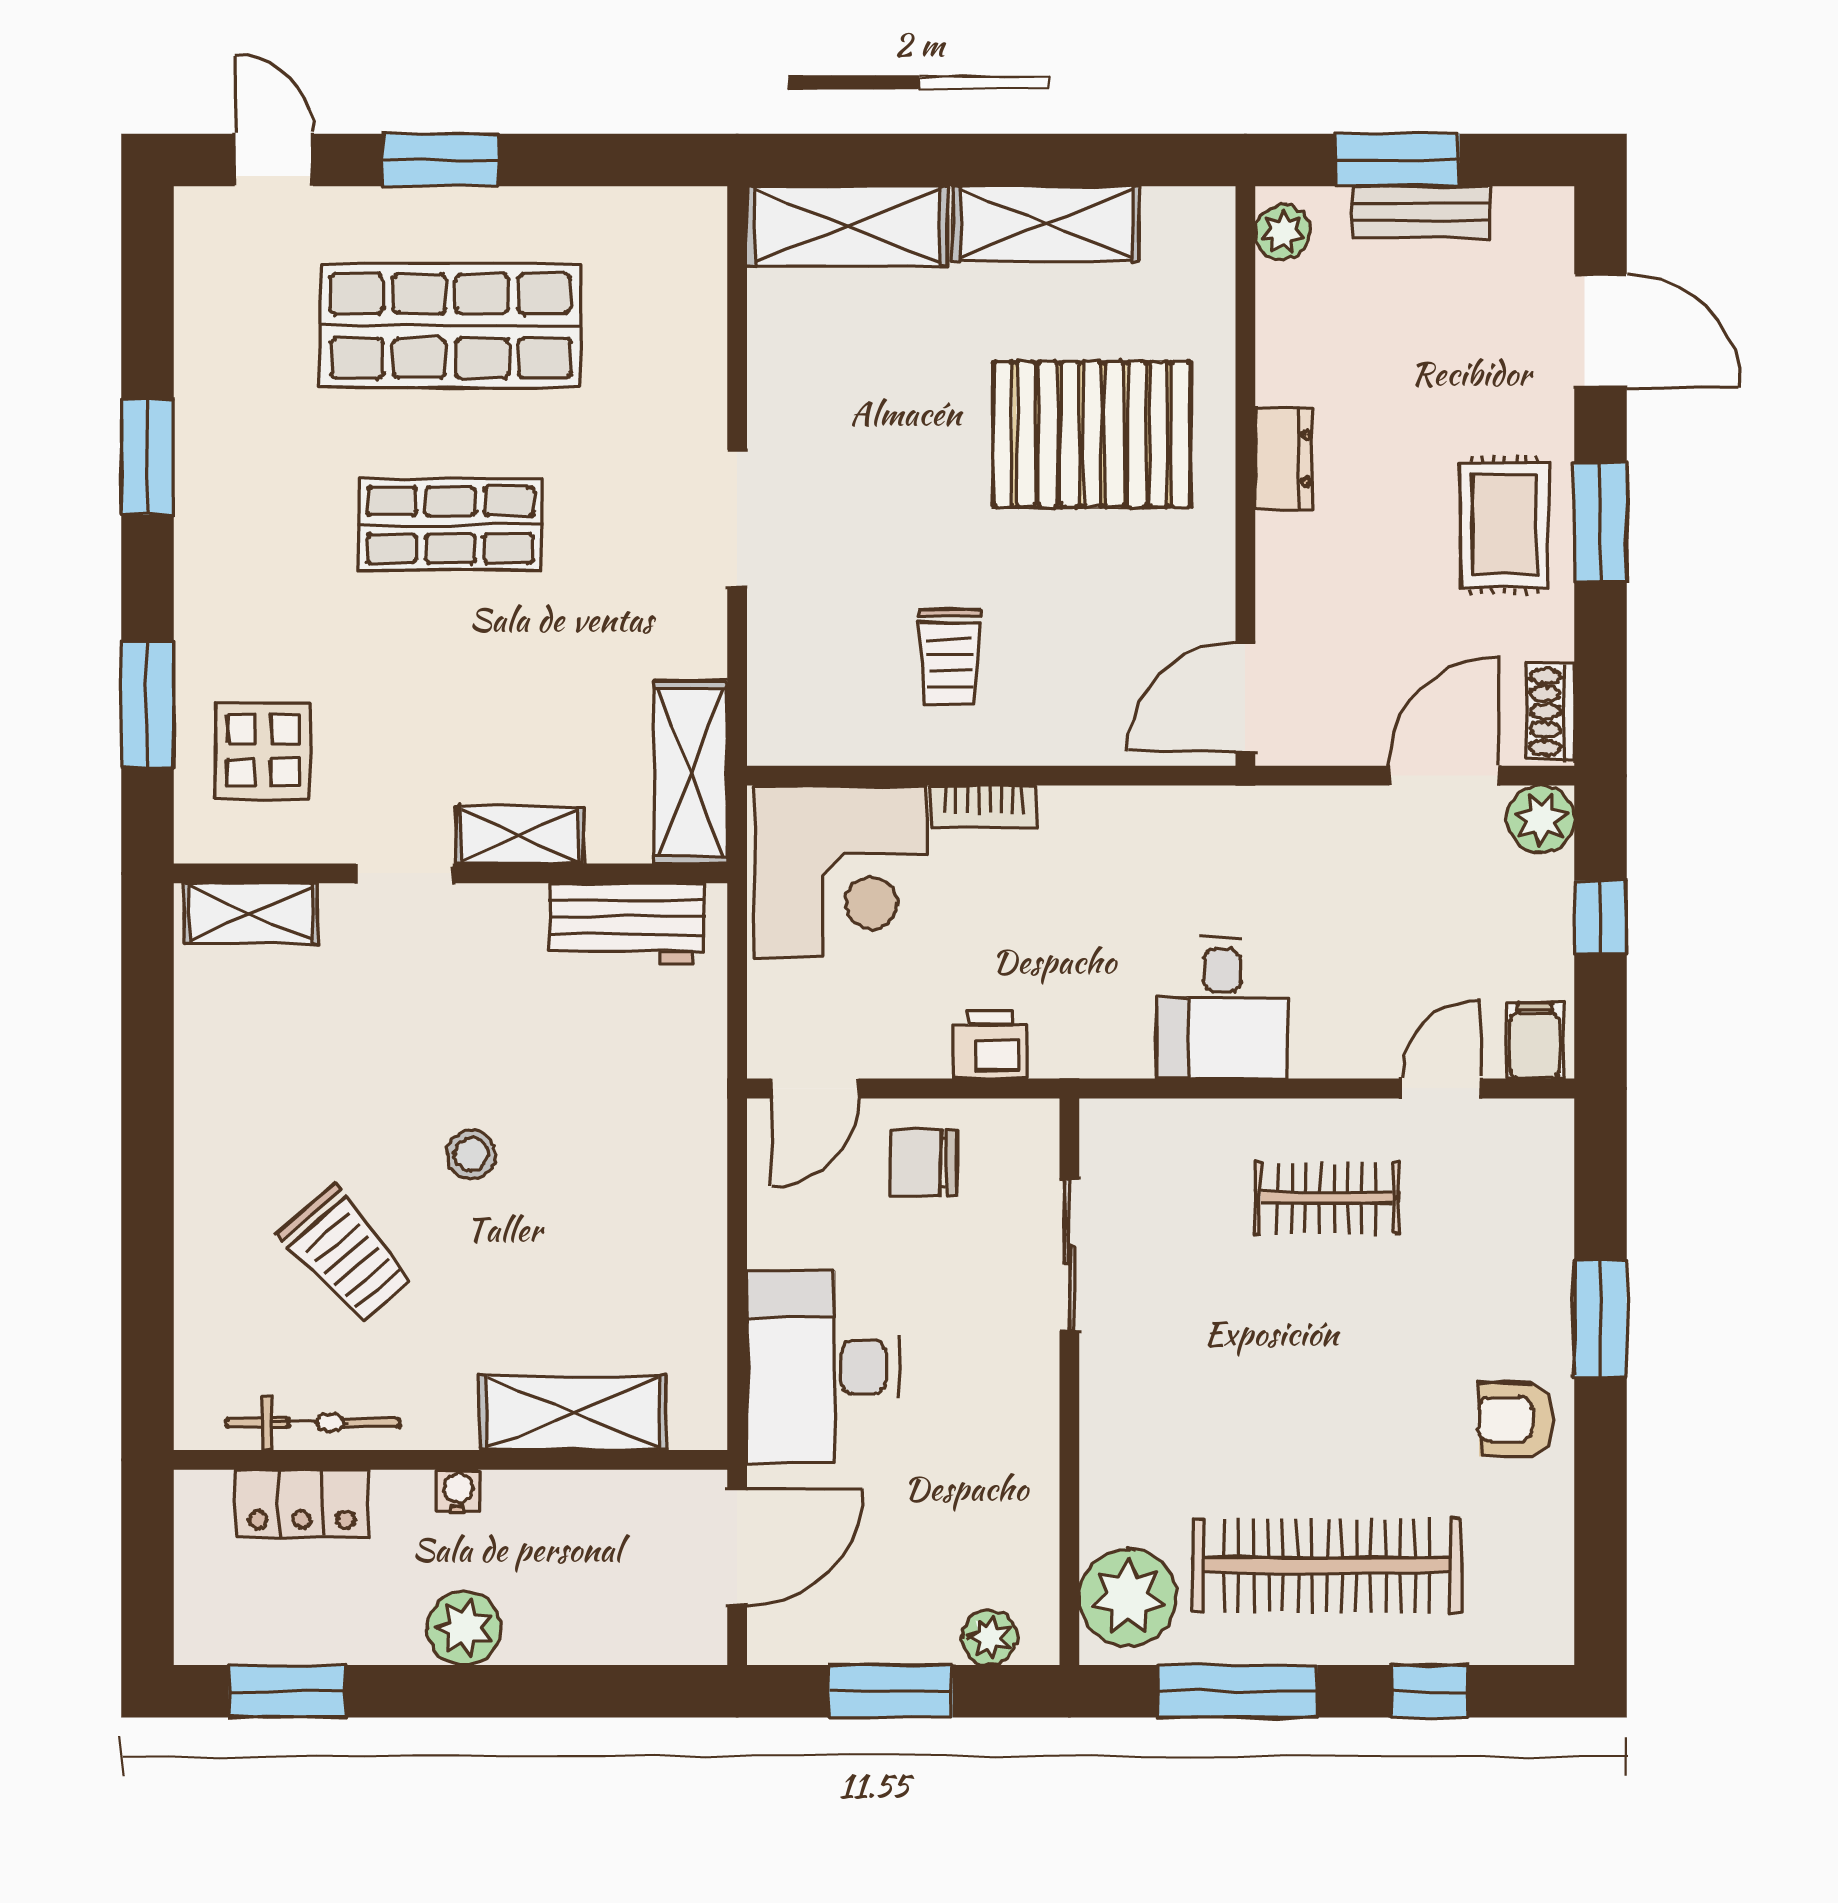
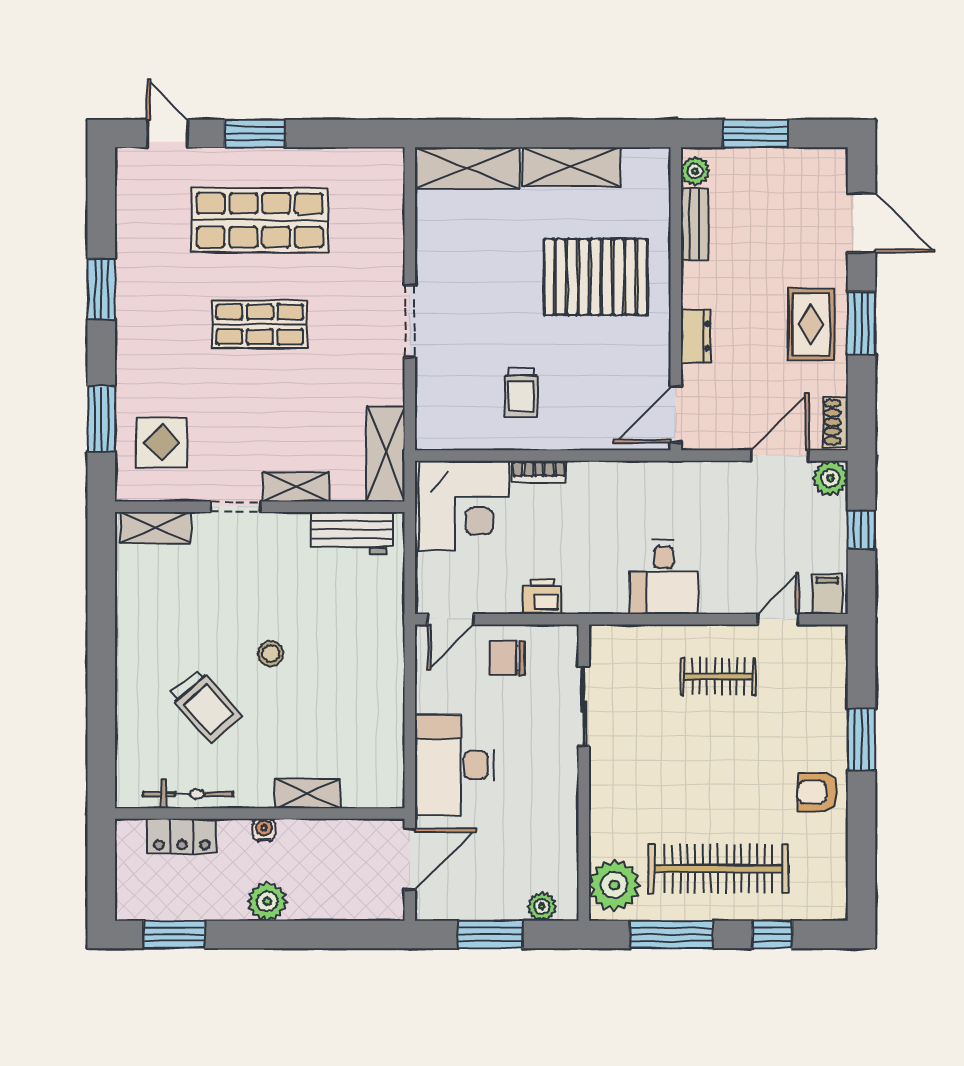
bench: (1421, 212) -> (695, 224), moved, turned 90
dresser: (1284, 458) -> (696, 336), moved
shelving: (573, 1413) -> (308, 794), width x0.67, depth x0.75

